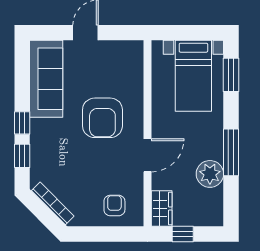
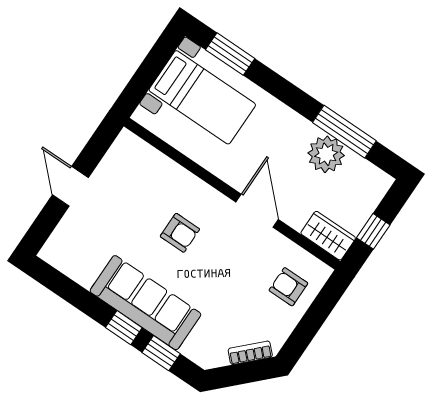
sofa: (46, 79) -> (145, 303), moved
armchair: (102, 118) -> (180, 233), width x0.53, depth x0.53
window: (231, 152) -> (344, 132), moved
bookcase: (53, 203) -> (250, 353), width x0.64

